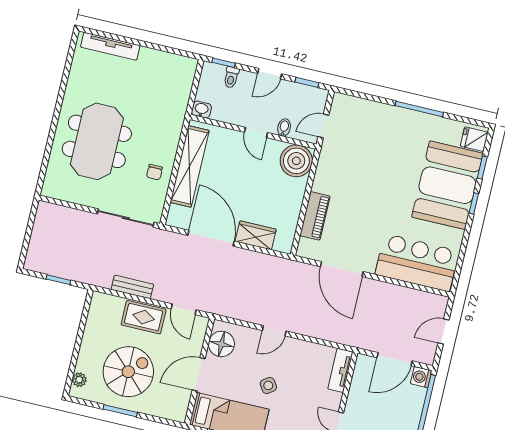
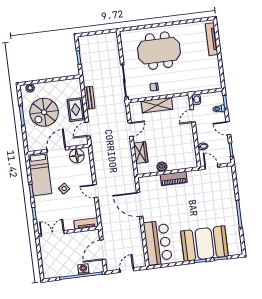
door: (256, 132) -> (193, 116), moved
fridge: (474, 139) -> (234, 249), removed
boiler: (296, 161) -> (162, 167), moved, width x0.54, depth x0.54
shelving: (190, 166) -> (157, 105), width x0.68
piano: (315, 216) -> (174, 178), moved
door: (211, 238) -> (130, 130), width x0.53
door: (342, 269) -> (140, 204), hinge flipped
door: (274, 331) -> (95, 191), moved
door: (444, 331) -> (127, 270), hinge flipped
door: (395, 359) -> (103, 250), hinge flipped
spiral stairs: (128, 372) -> (44, 112), turned 90
door: (199, 374) -> (56, 150), hinge flipped
washing machine: (421, 377) -> (83, 269), moved

